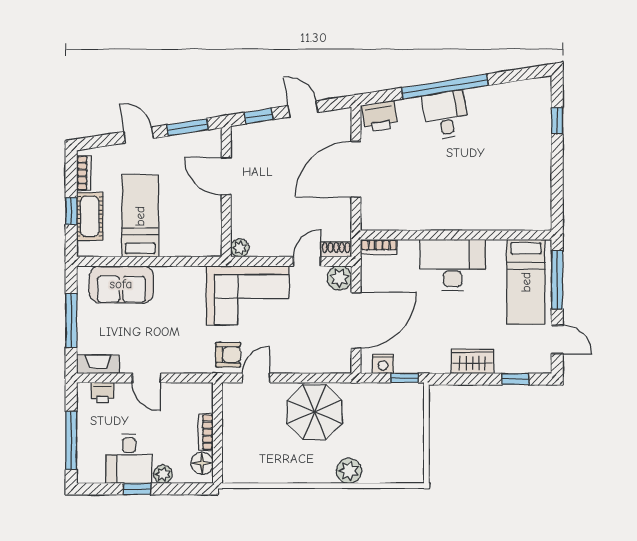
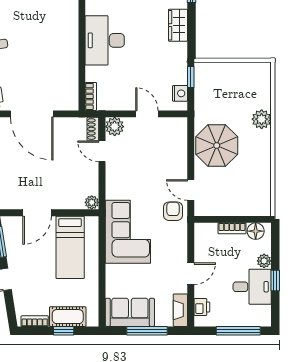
bed: (140, 216) -> (70, 247), moved, turned -90
sofa: (121, 284) -> (130, 312), moved, turned -90
corner sofa: (248, 295) -> (128, 232), moved
door: (356, 320) -> (147, 114), width x0.53

